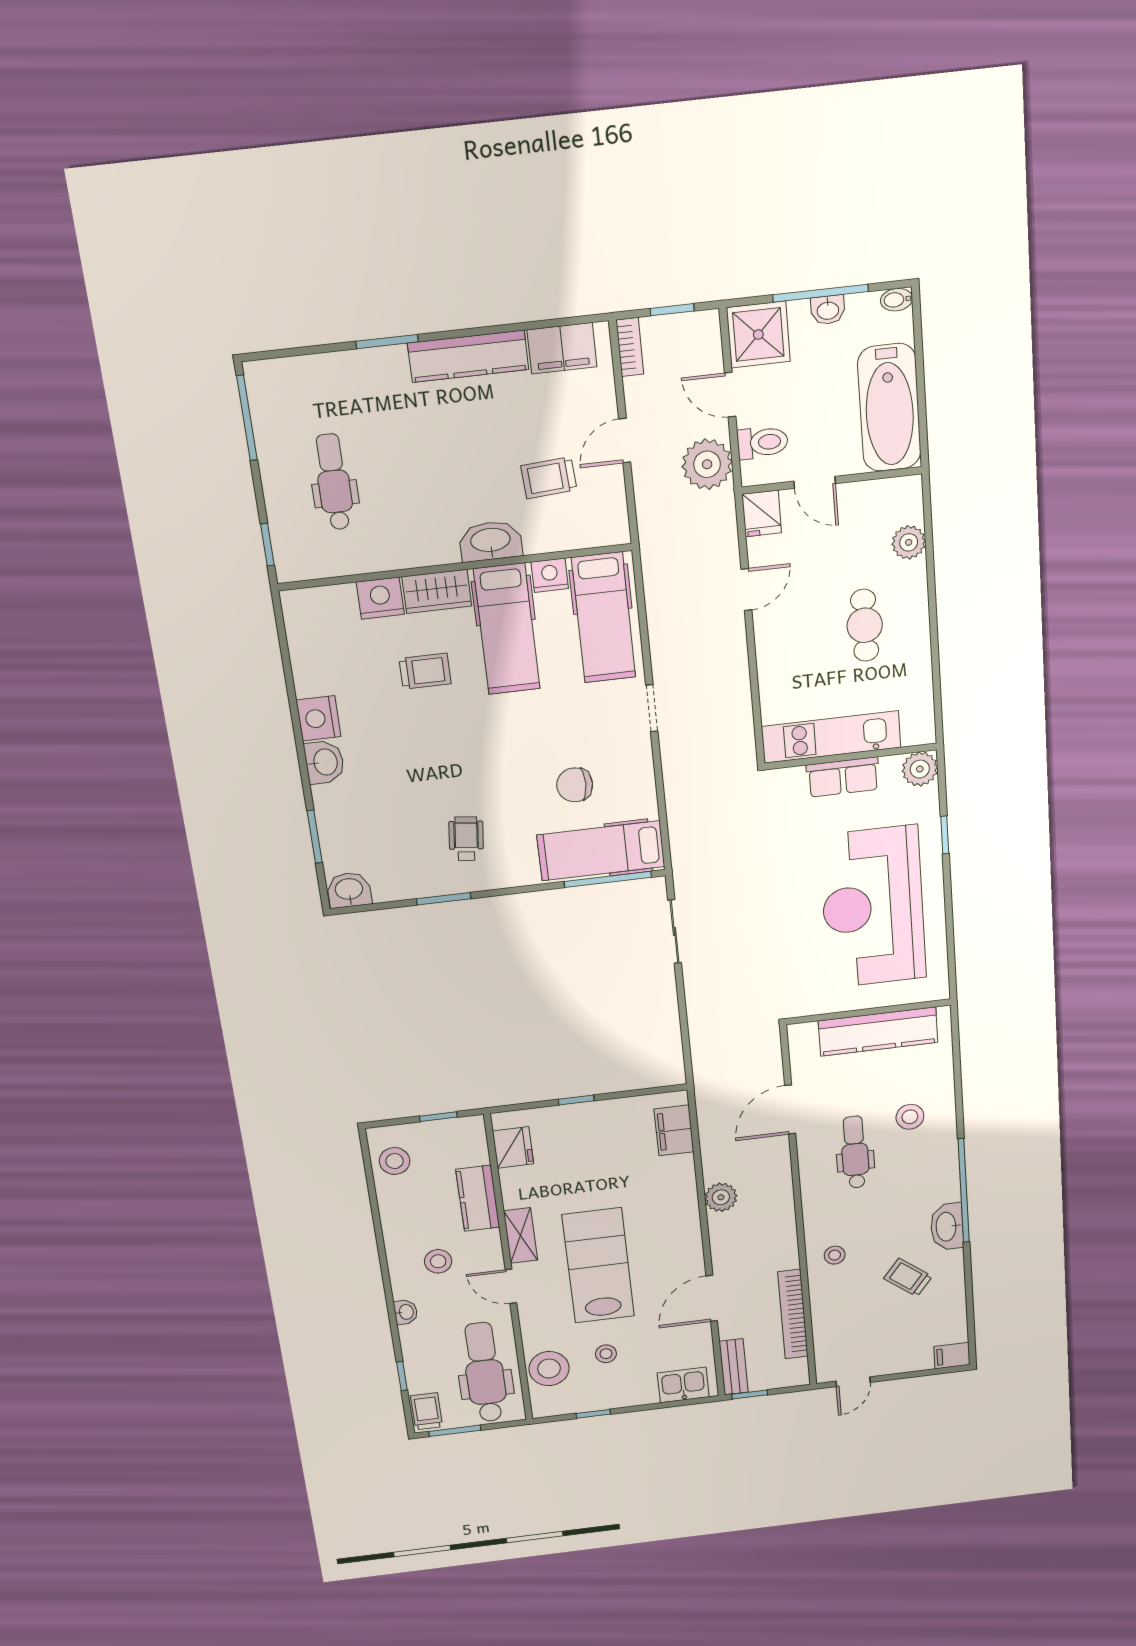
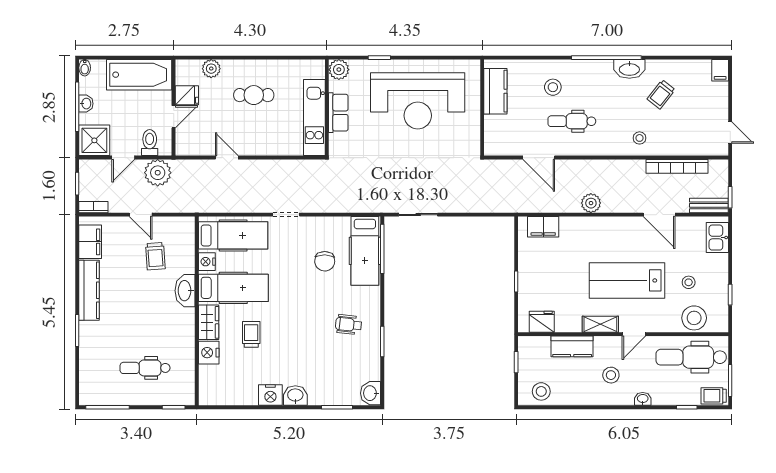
fridge: (762, 513) -> (187, 95), moved
kitchen counter: (878, 1032) -> (495, 91), width x0.67

